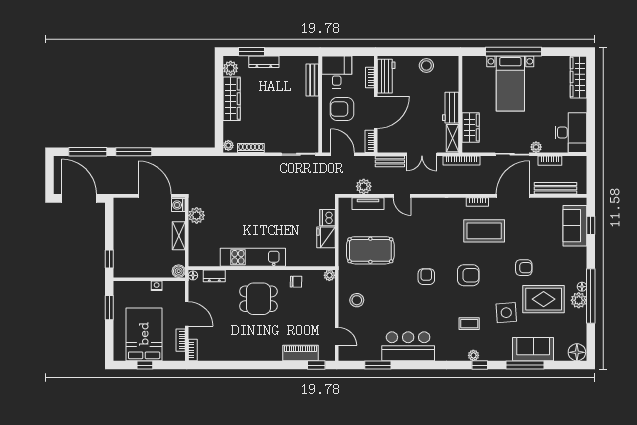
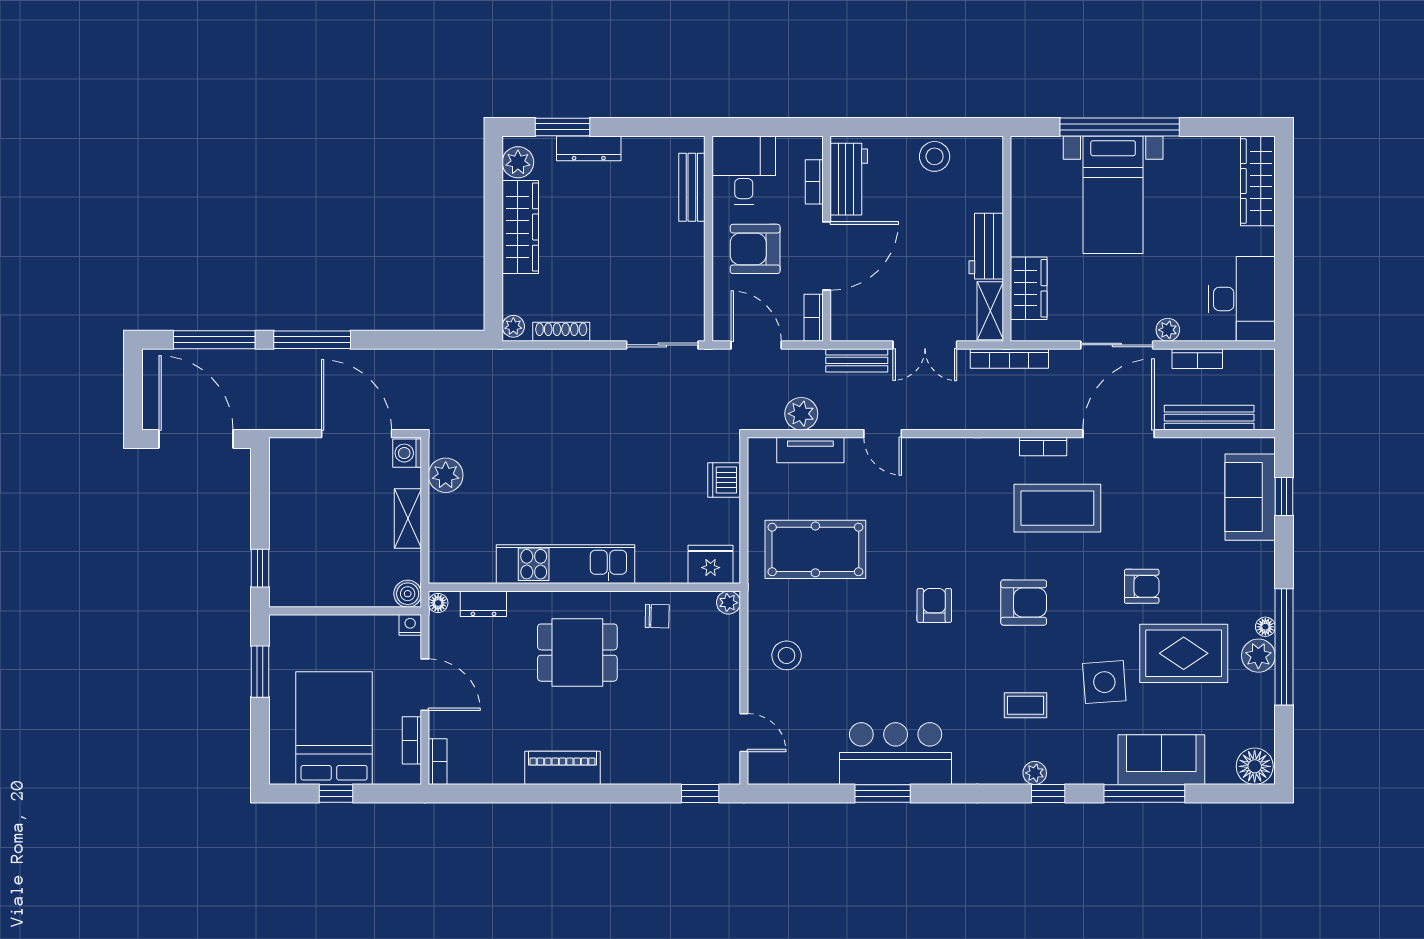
fridge: (326, 237) -> (711, 564), moved, turned 90
nightstand: (157, 286) -> (410, 625), moved
piano: (301, 353) -> (563, 768), moved
window: (378, 365) -> (883, 793), moved

